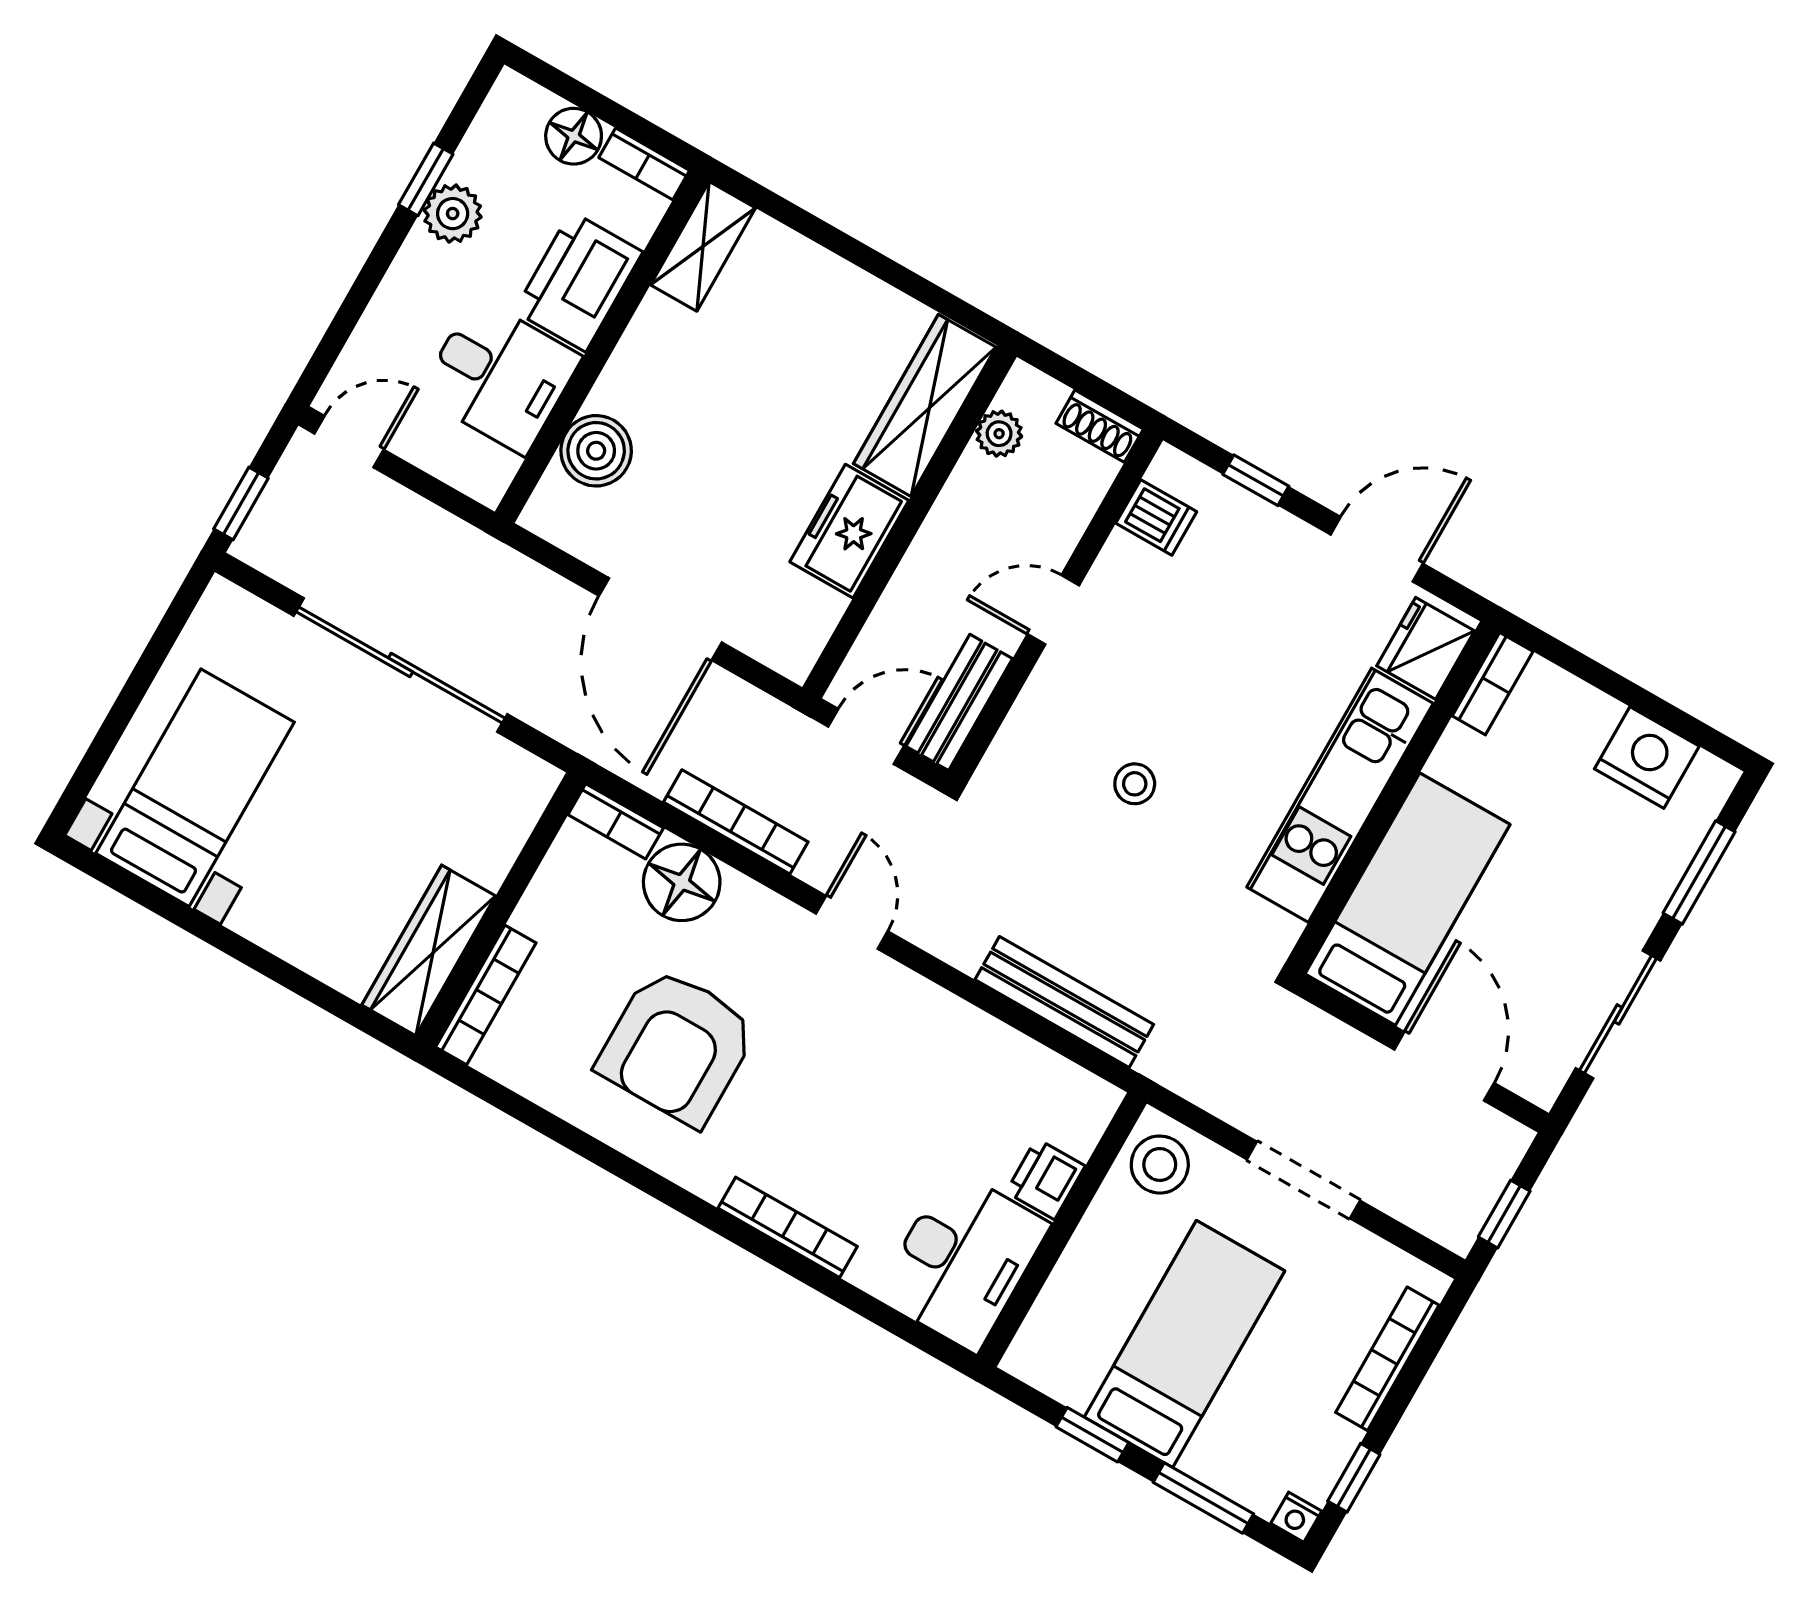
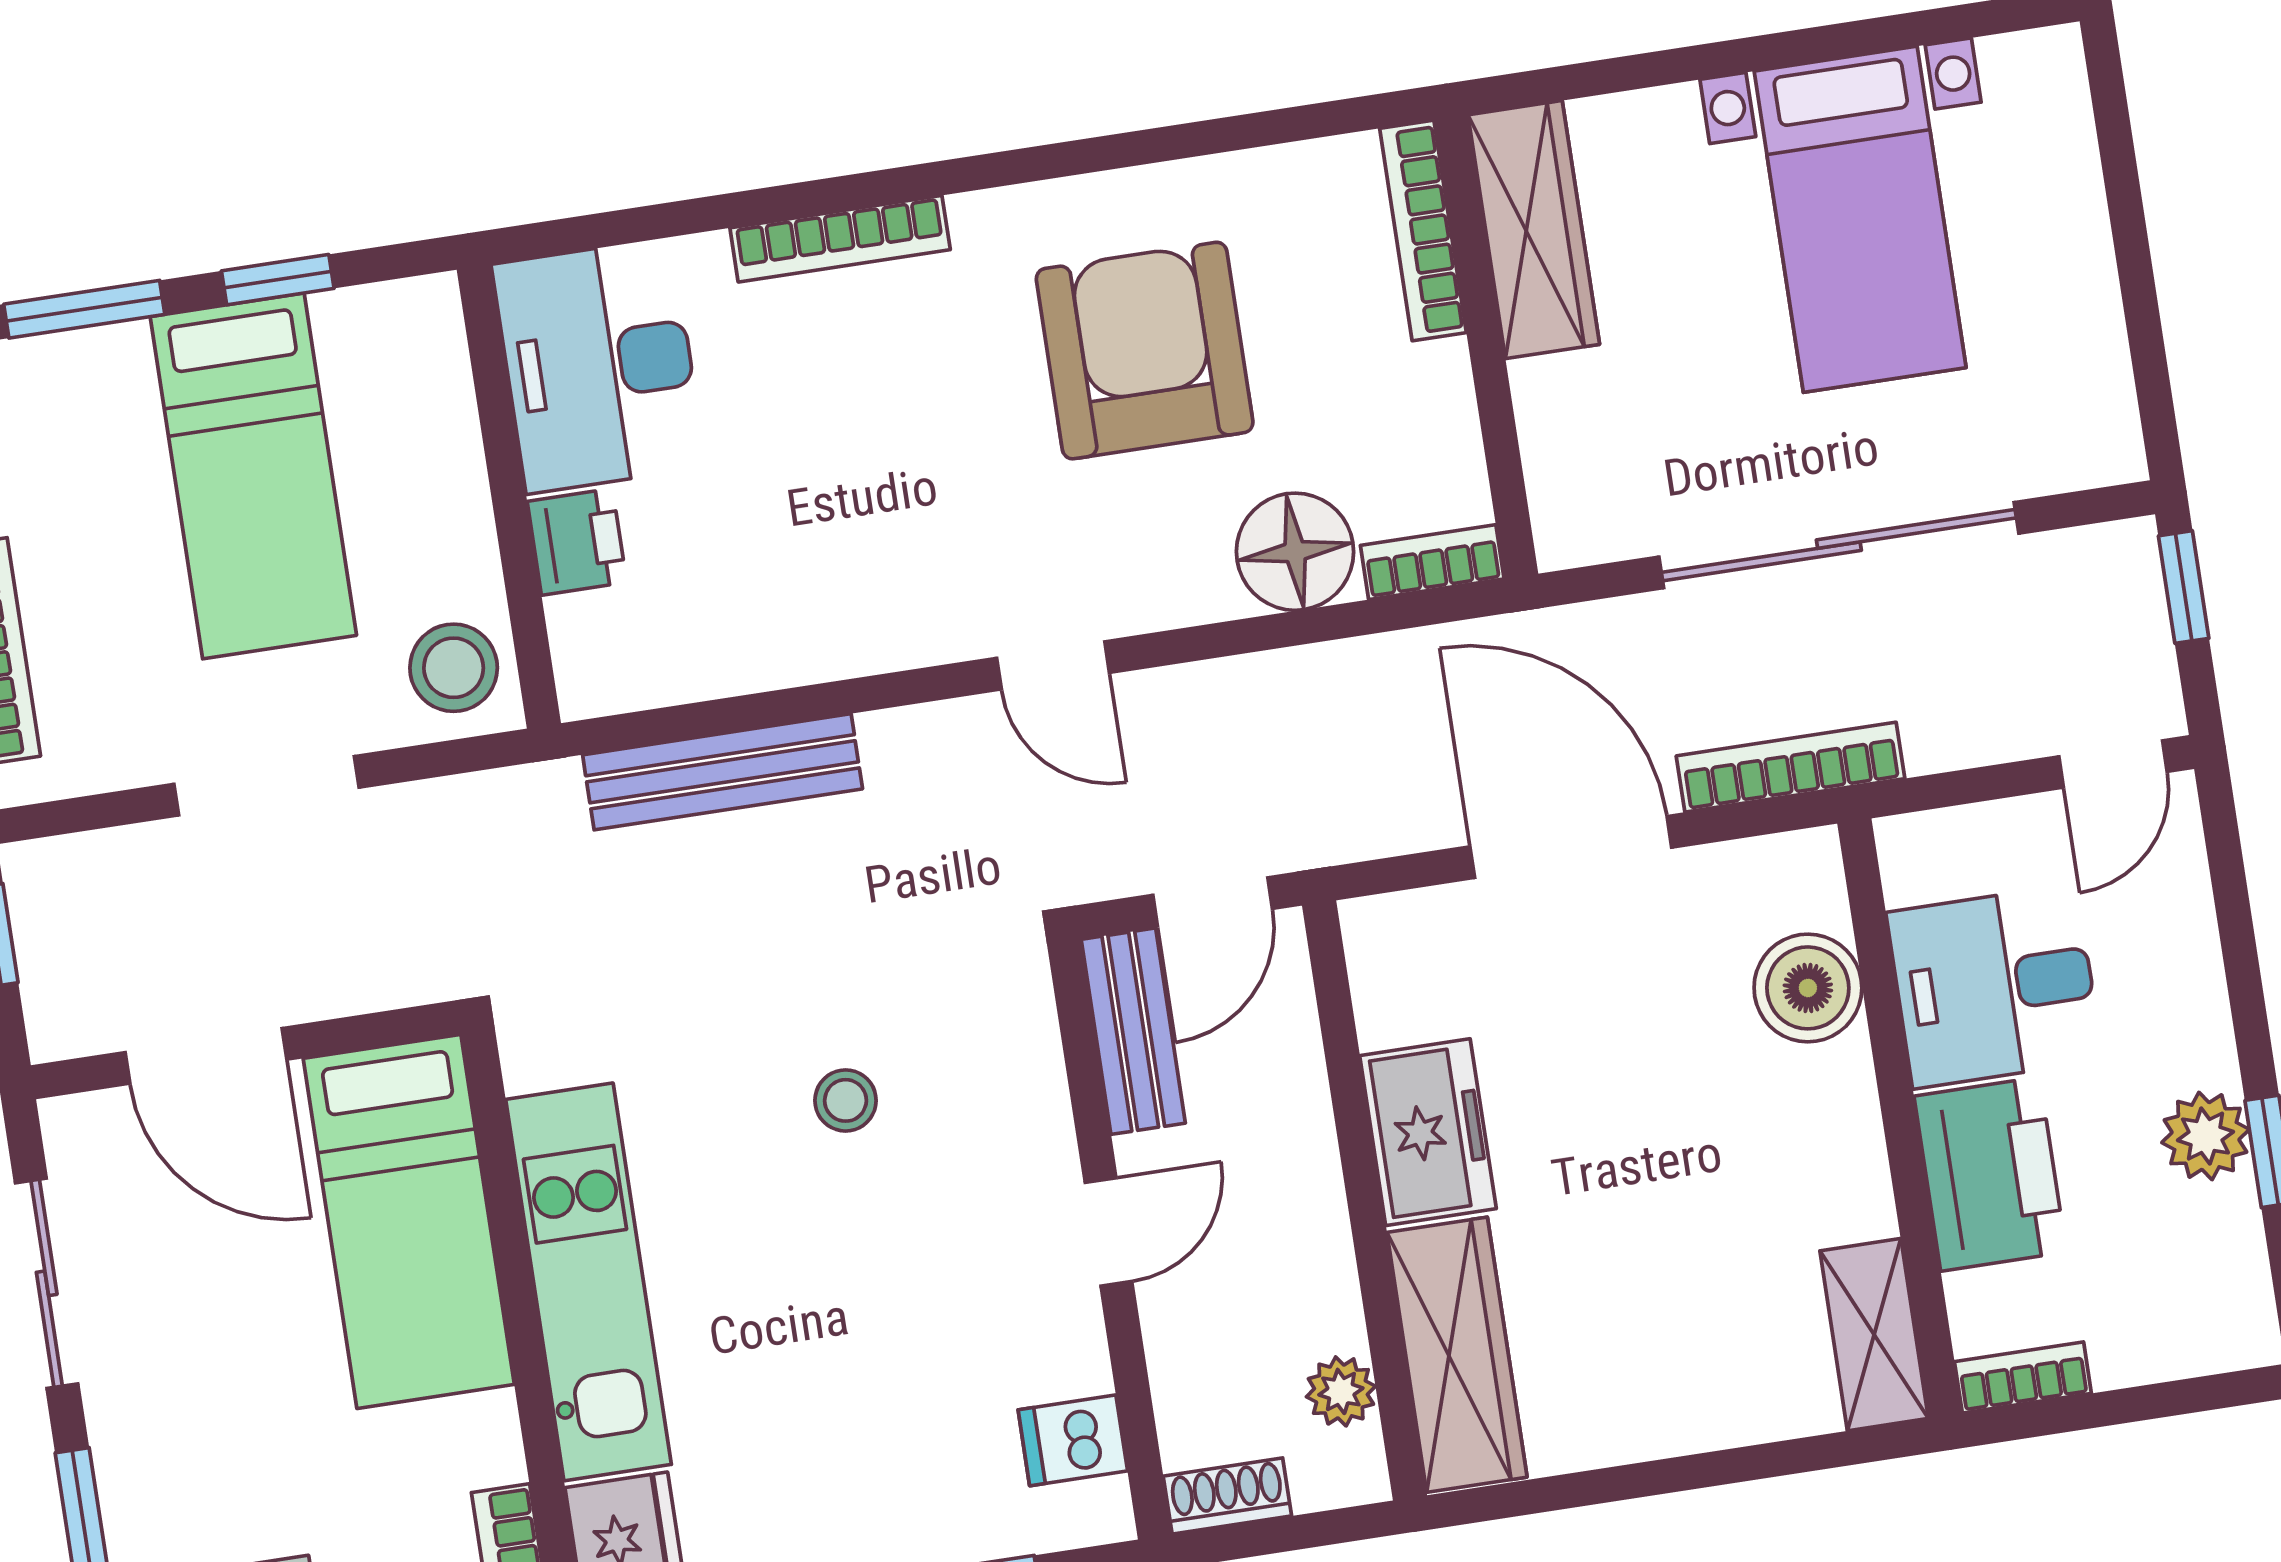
floor lamp: (574, 136) -> (2134, 1344), removed
bed with nightstands: (195, 788) -> (1860, 219), moved
bookcase: (736, 822) -> (1791, 767), moved, turned 180

